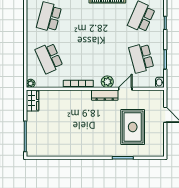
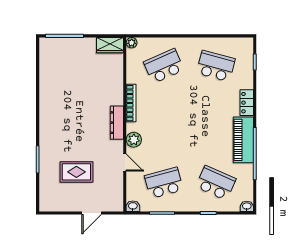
dresser: (105, 95) -> (117, 123), moved
rug: (133, 127) -> (76, 172), width x0.73, depth x0.70

